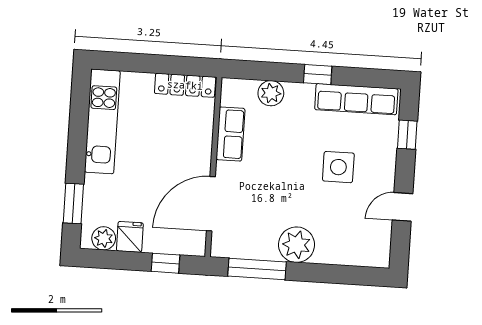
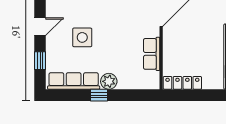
plant: (271, 93) -> (109, 81), moved
door: (403, 207) -> (40, 27), moved

